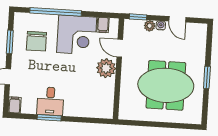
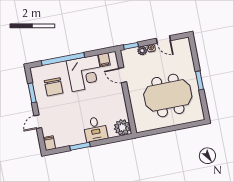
plant: (106, 68) -> (122, 127), moved
desk: (50, 101) -> (95, 129), moved

